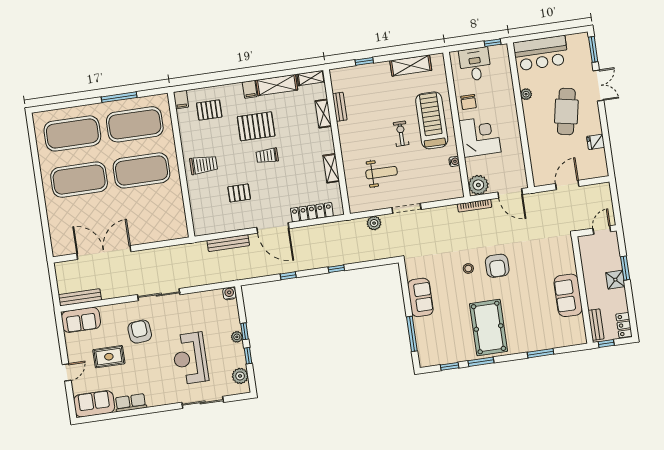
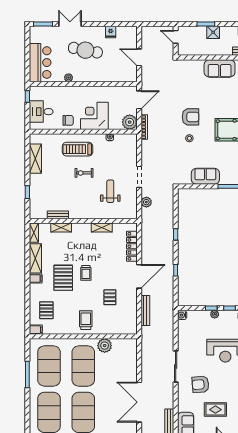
treadmill: (432, 120) -> (78, 149), width x0.73, depth x0.73
plant: (173, 195) -> (105, 346), added
rug: (109, 357) -> (215, 410), turned 90

